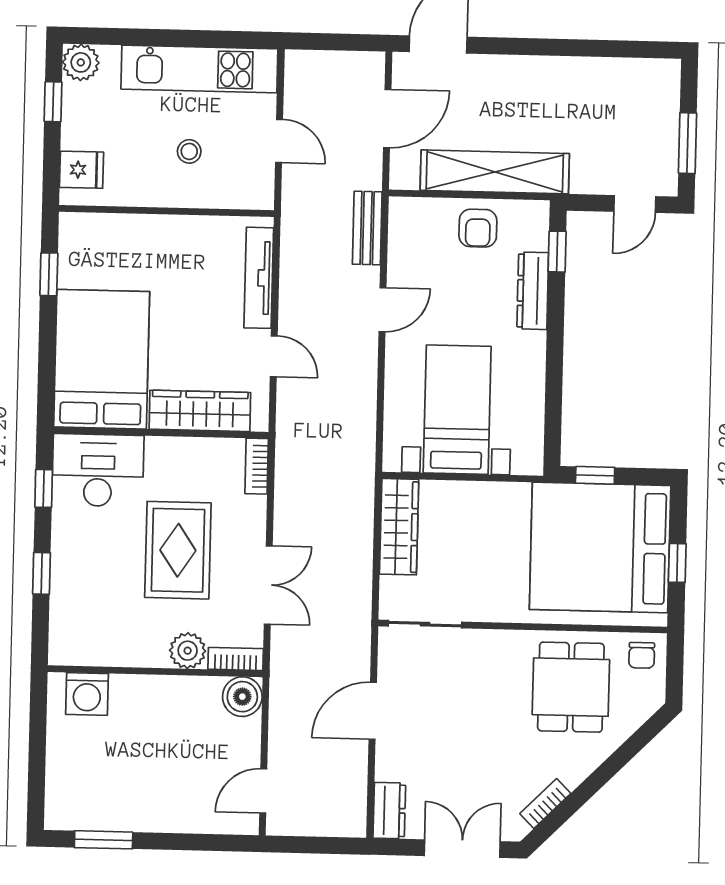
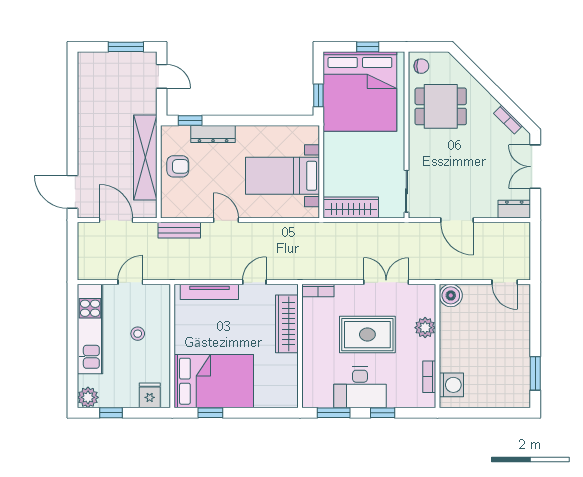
bed: (102, 359) -> (214, 381), moved, turned 180
desk: (98, 470) -> (360, 387), moved, turned -90
window: (44, 488) -> (334, 413), width x1.50
bookcase: (236, 659) -> (429, 377), moved

